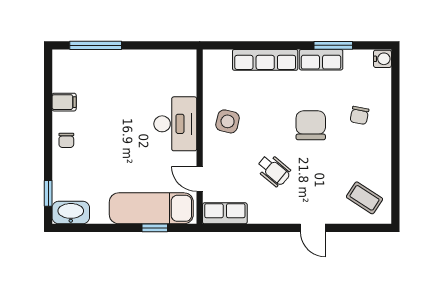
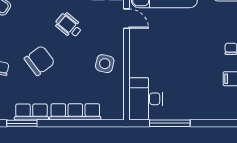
window: (96, 45) -> (170, 123), moved
desk: (175, 124) -> (146, 99), moved
chair: (311, 125) -> (40, 61), turned -127

